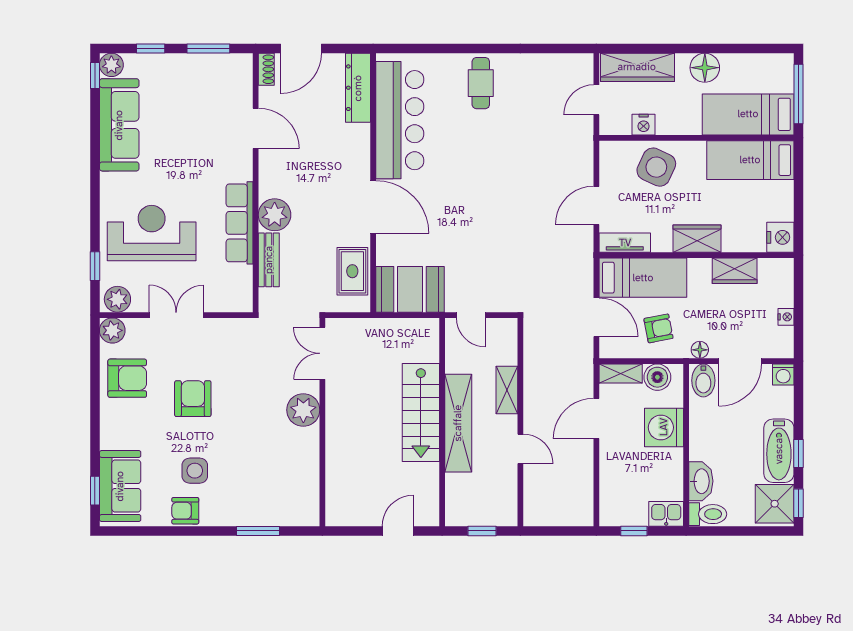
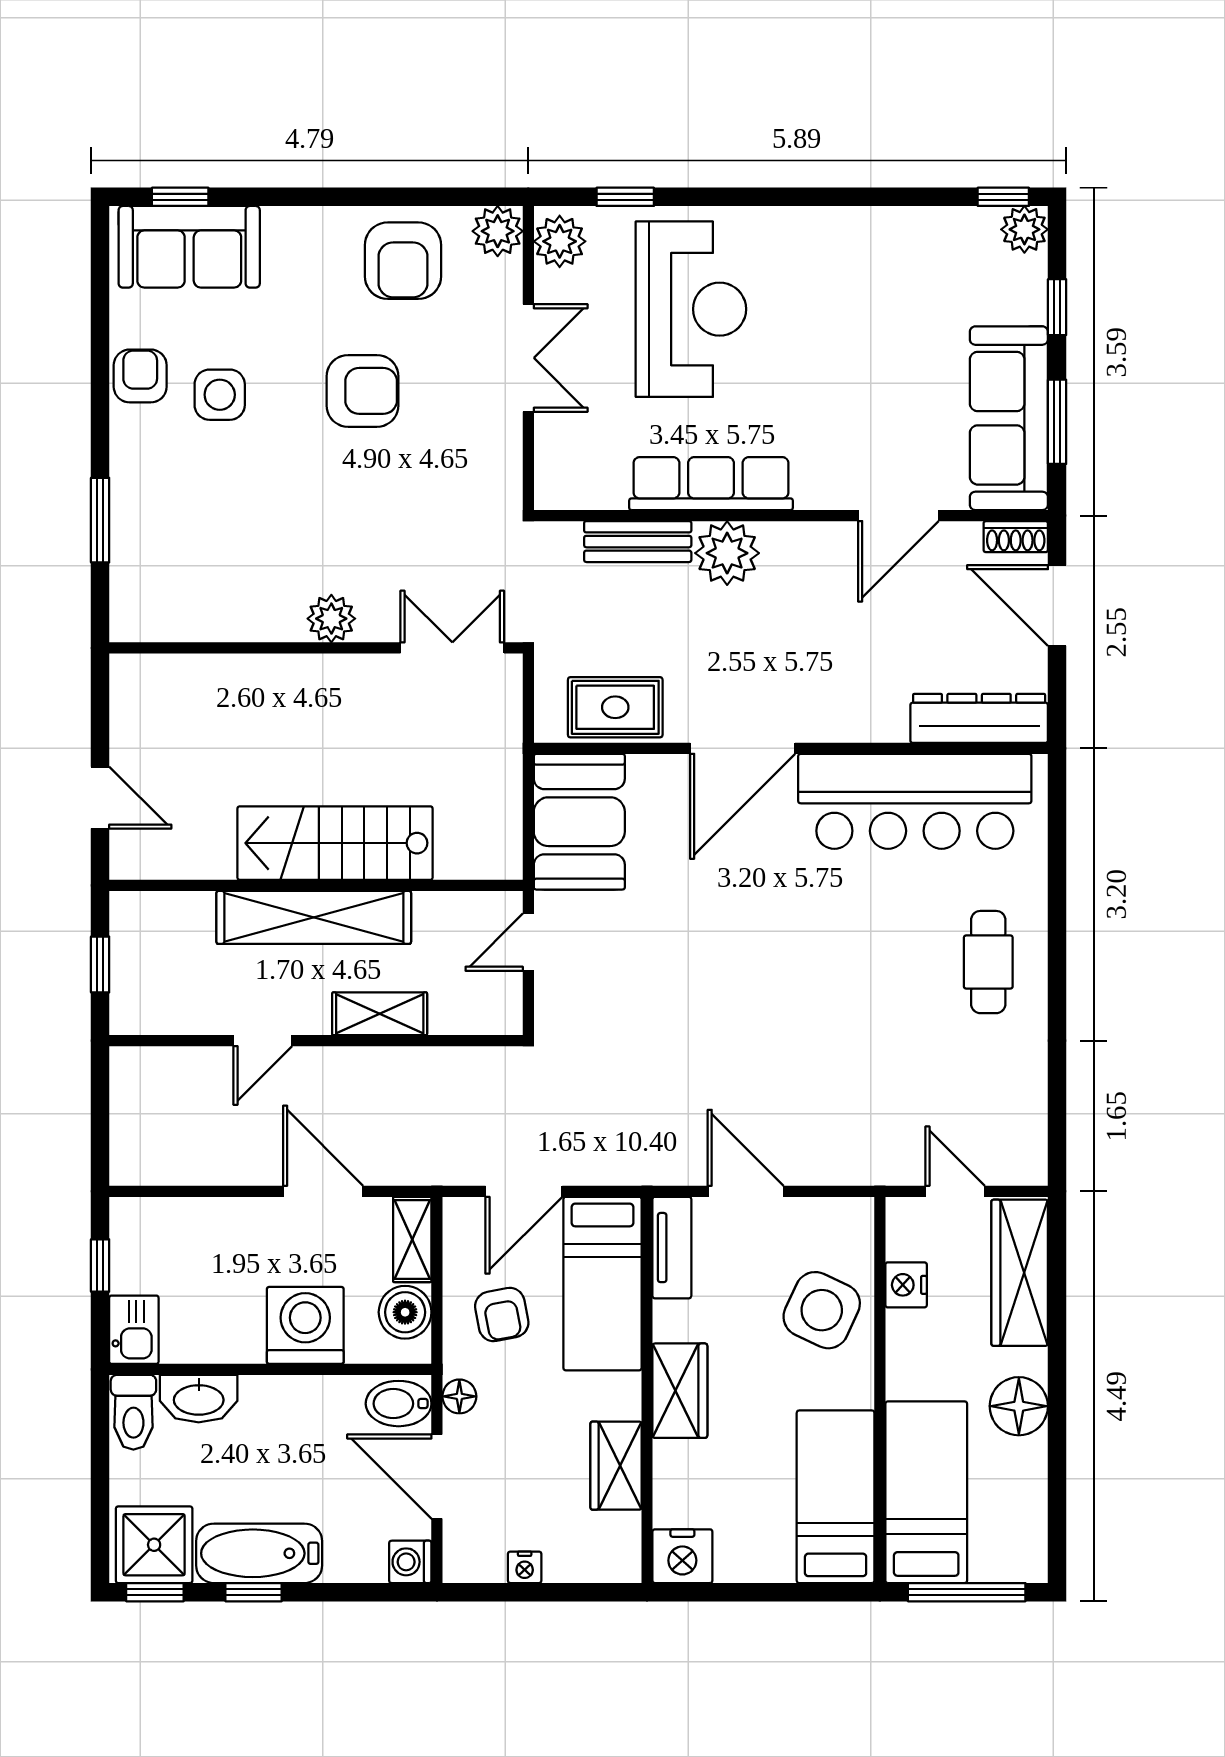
cafe table: (481, 83) -> (988, 962), turned 90
sofa: (119, 125) -> (1009, 418), moved, turned 90
plant: (303, 410) -> (331, 619), width x0.73, depth x0.73

